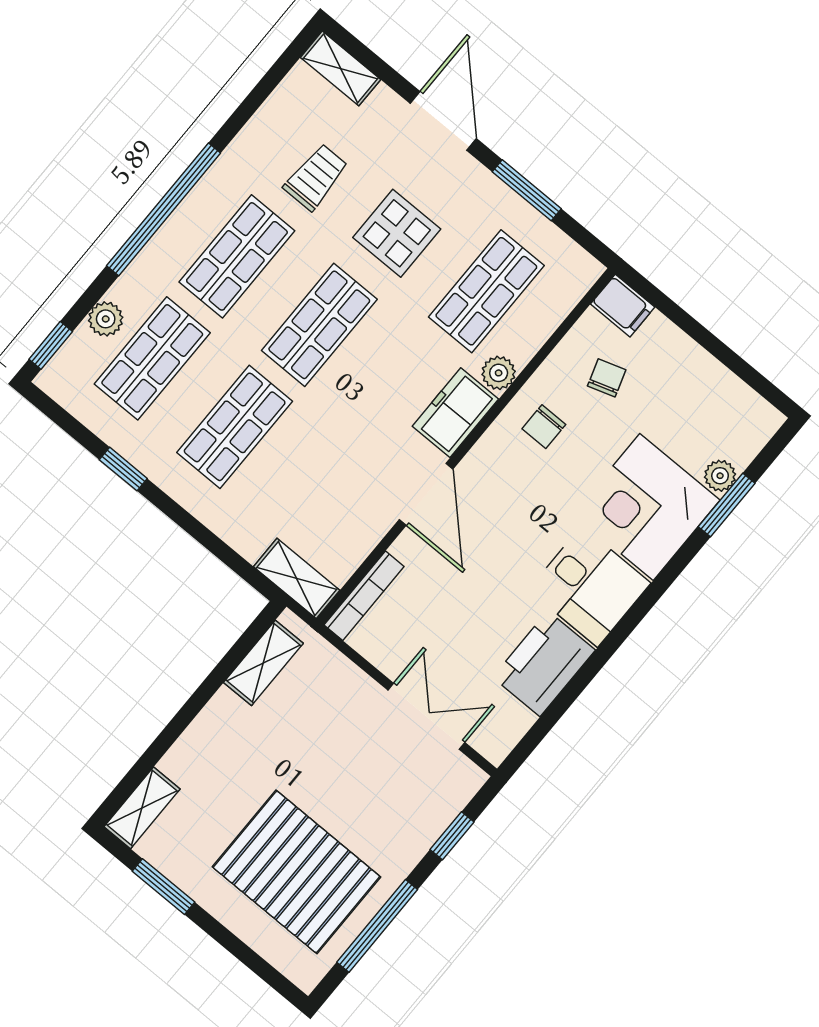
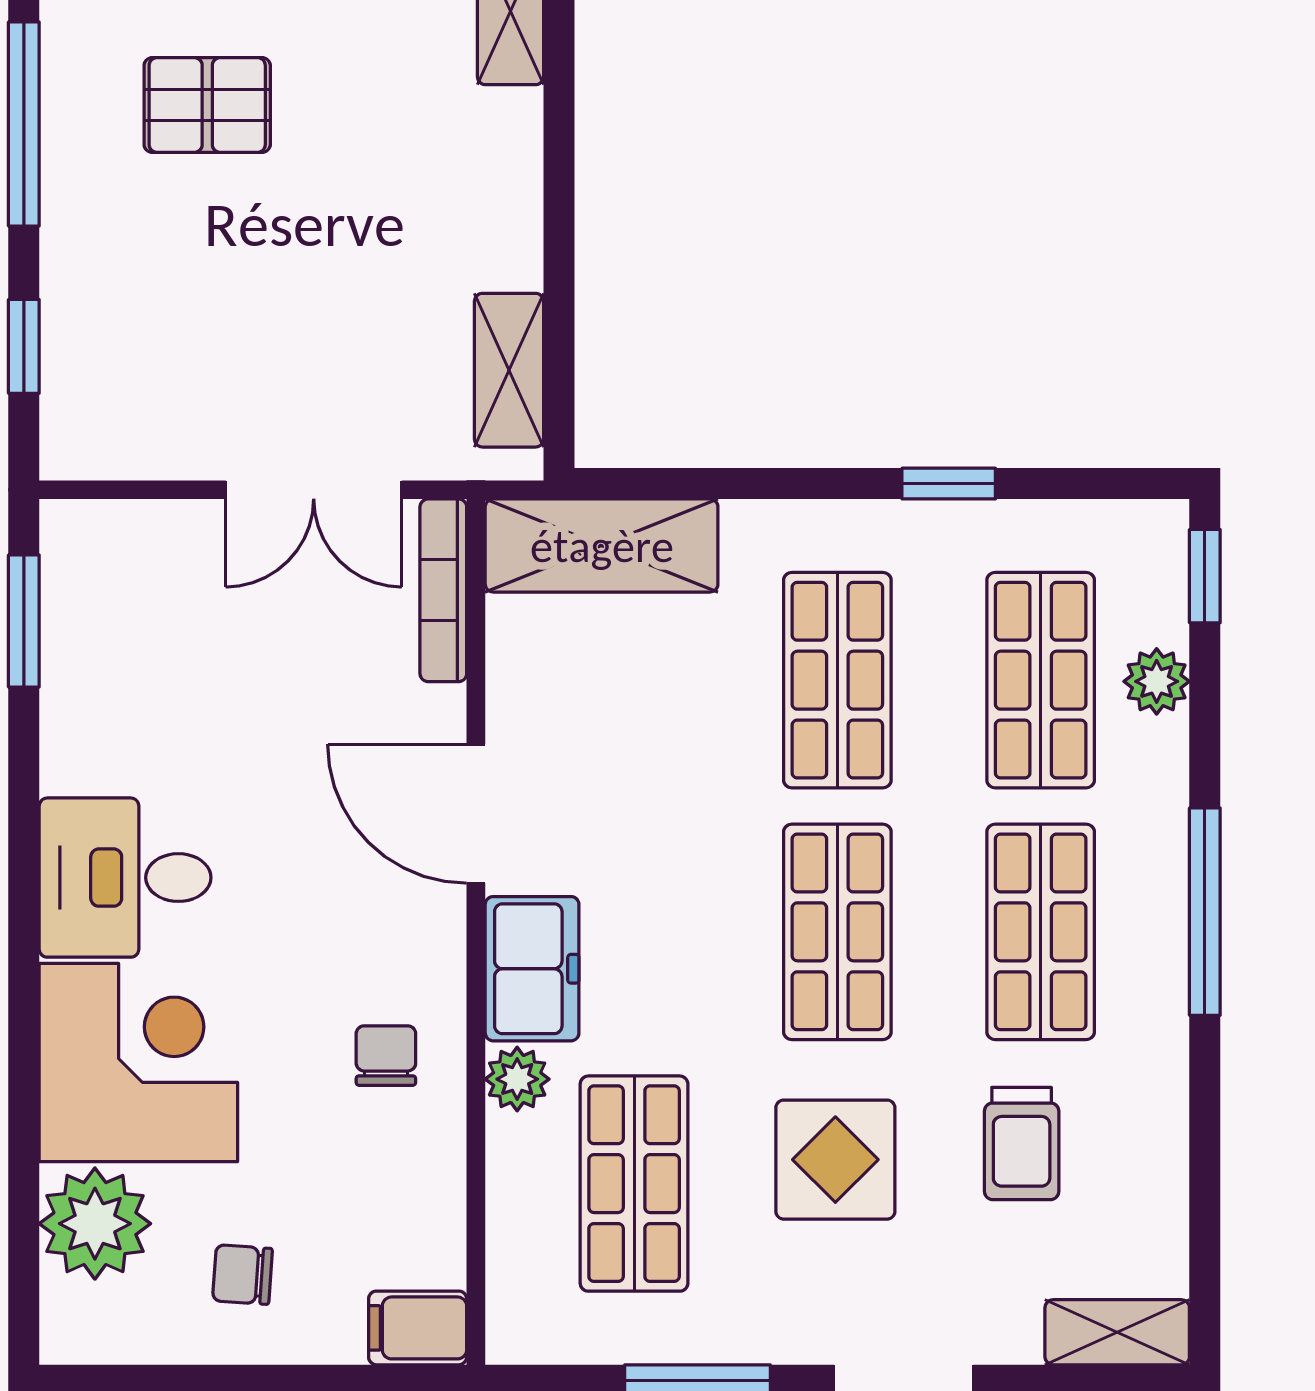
window: (164, 209) -> (1205, 912), width x0.68
chair: (607, 378) -> (242, 1275), moved, turned 112
plant: (720, 476) -> (95, 1224), width x1.88, depth x1.88
window: (727, 505) -> (24, 621), moved
shelving: (297, 578) -> (602, 546), width x1.50, depth x1.33
printer: (544, 664) -> (98, 709), removed
double door: (426, 716) -> (314, 490), moved
pallet: (296, 872) -> (207, 105), width x0.49, depth x0.50

